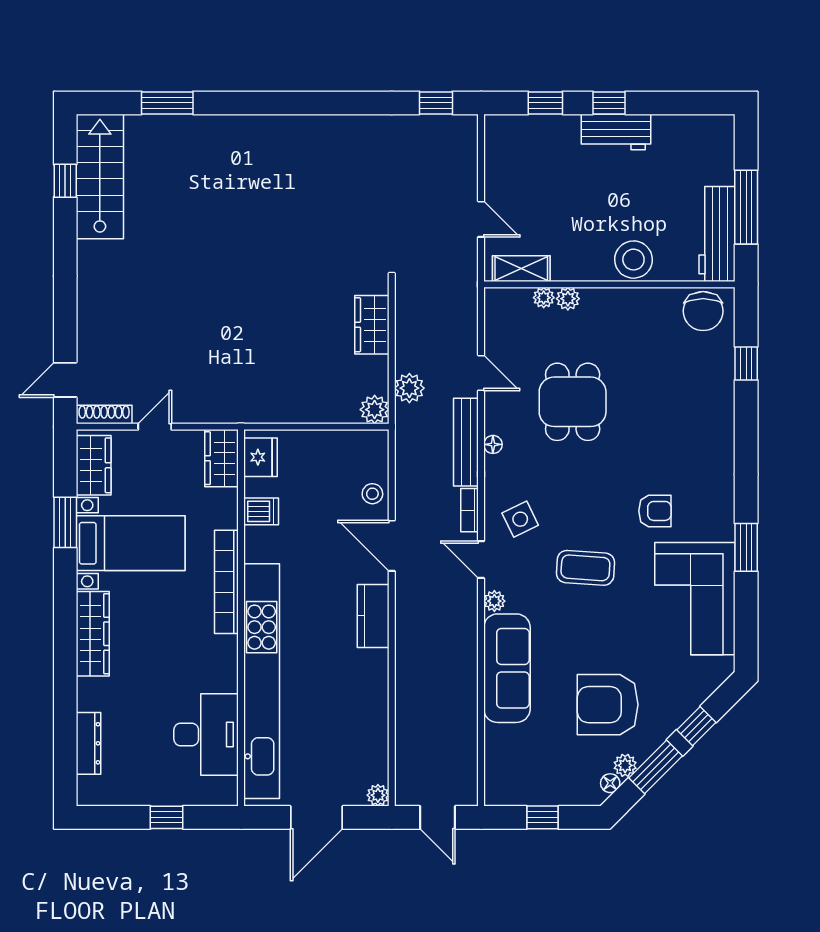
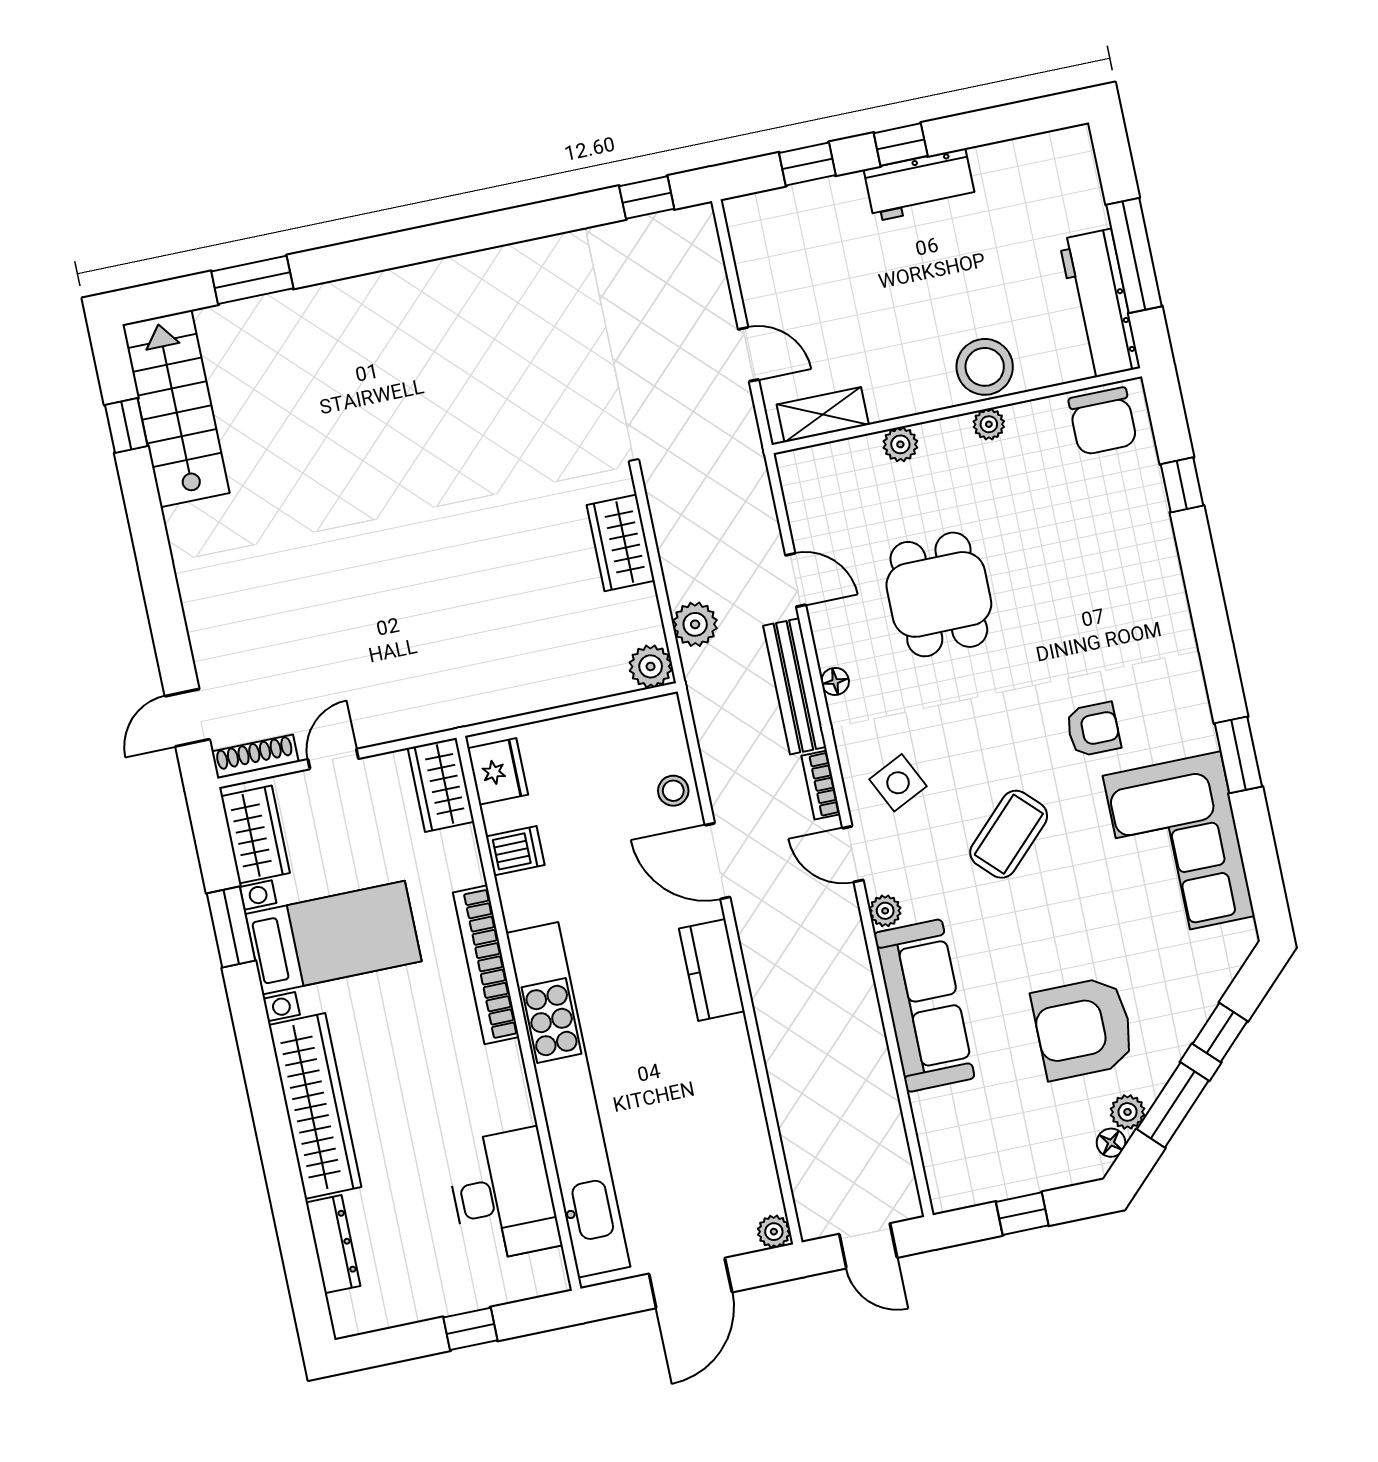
plant: (544, 298) -> (989, 424), moved
coffee table: (585, 568) -> (1009, 834), turned -49
wardrobe: (93, 634) -> (315, 1106), width x1.40, depth x1.17

